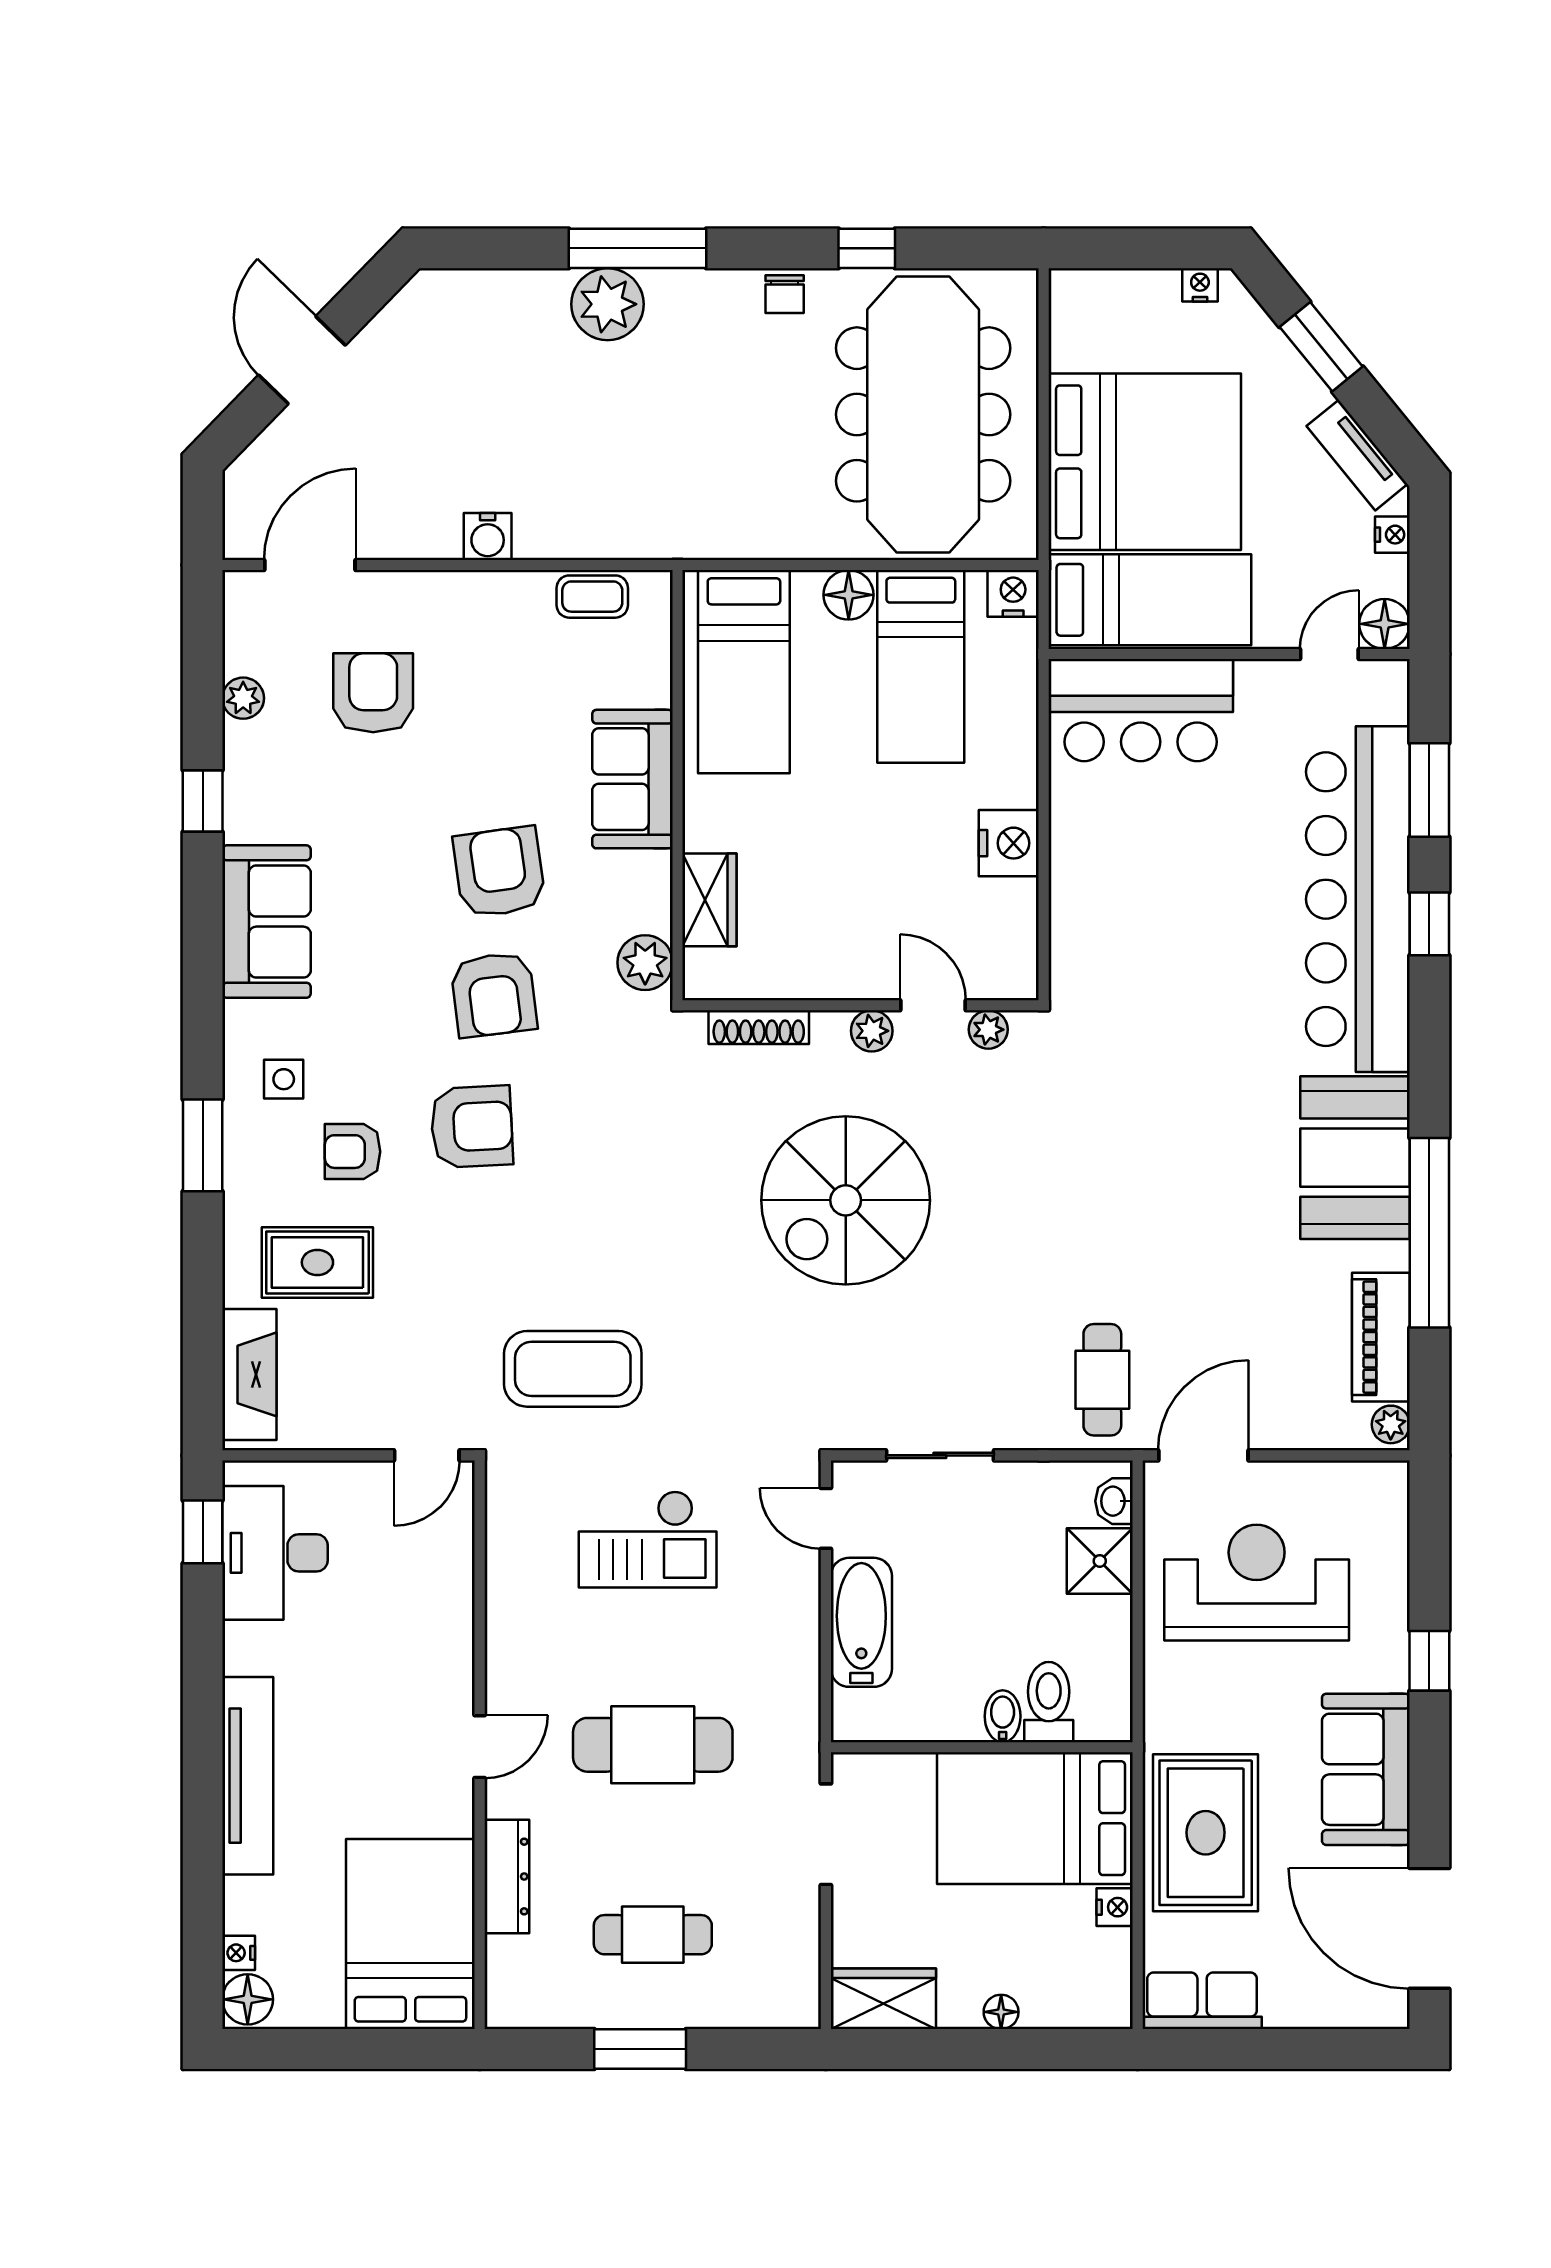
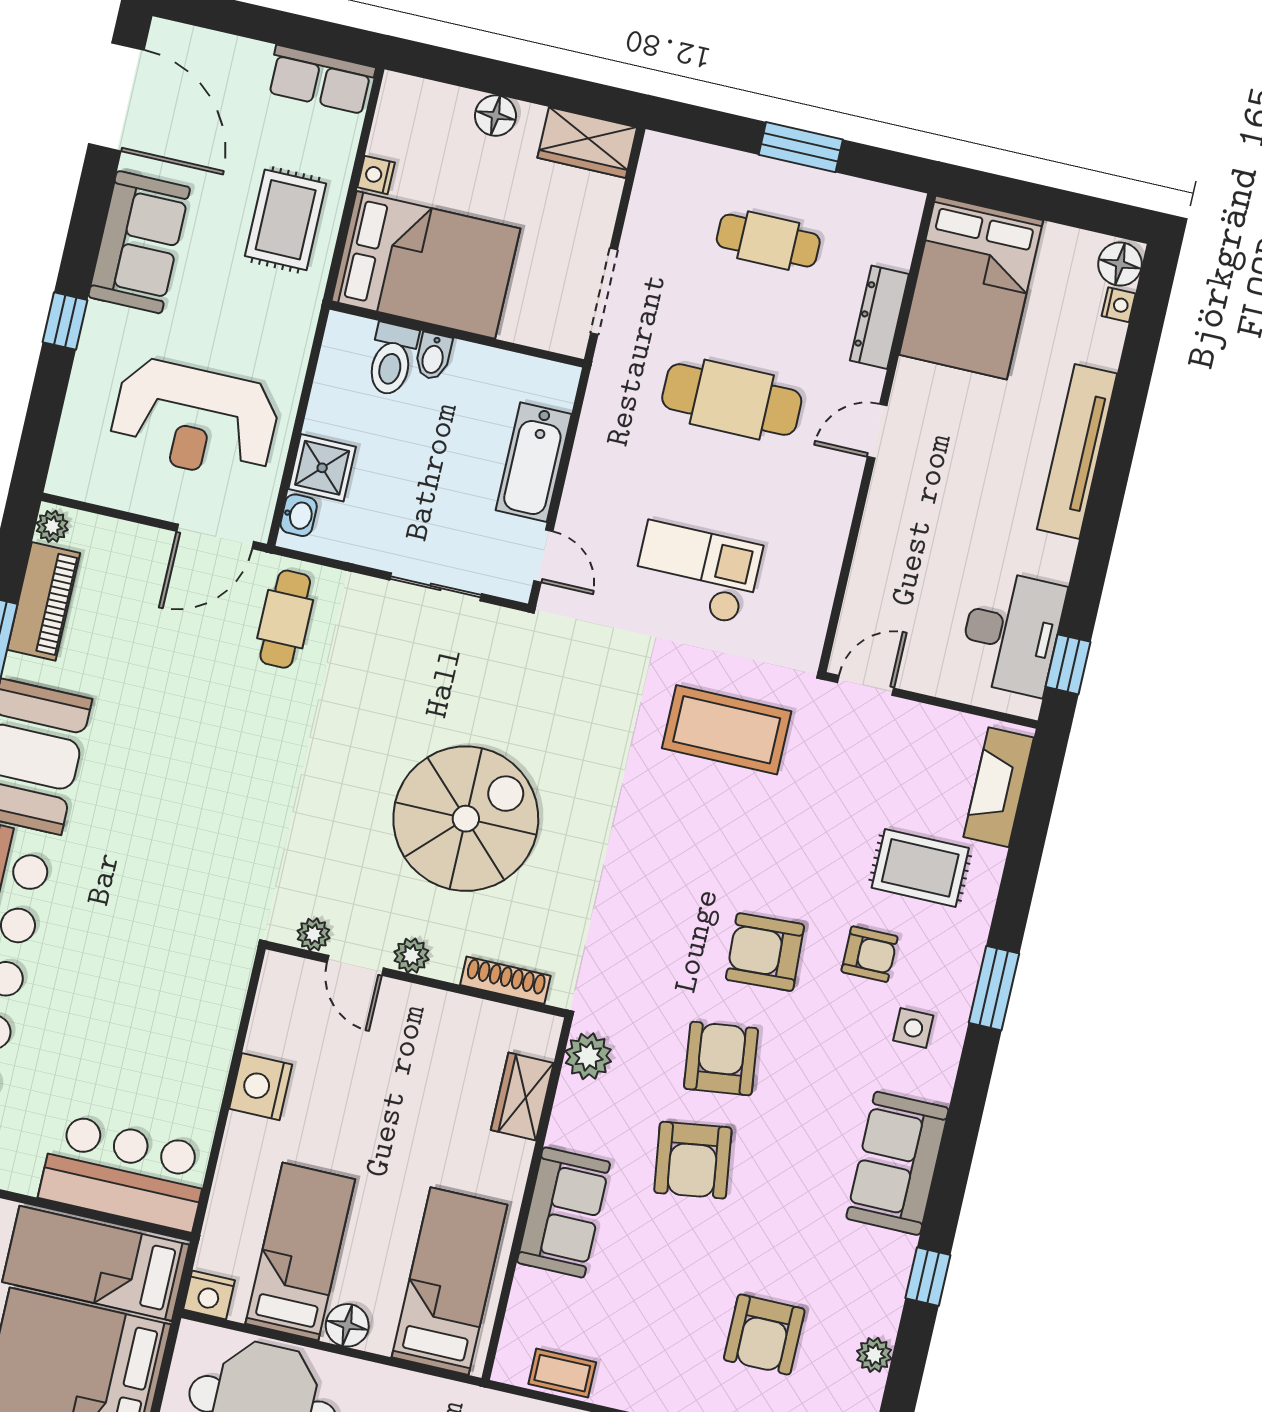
rug: (1206, 1833) -> (286, 220), width x0.73, depth x0.70
floor lamp: (1001, 2012) -> (495, 116), width x1.37, depth x1.37

